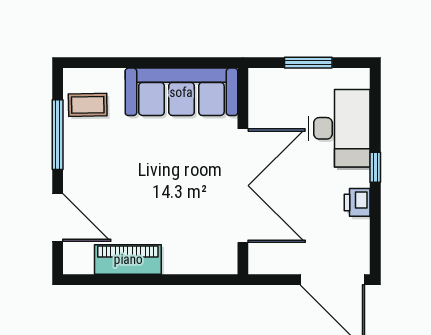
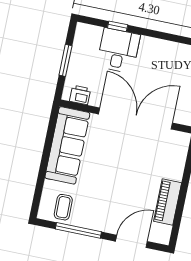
desk: (339, 128) -> (118, 50), width x0.73
window: (375, 167) -> (118, 26), moved
printer: (357, 202) -> (80, 95), moved, turned 180

